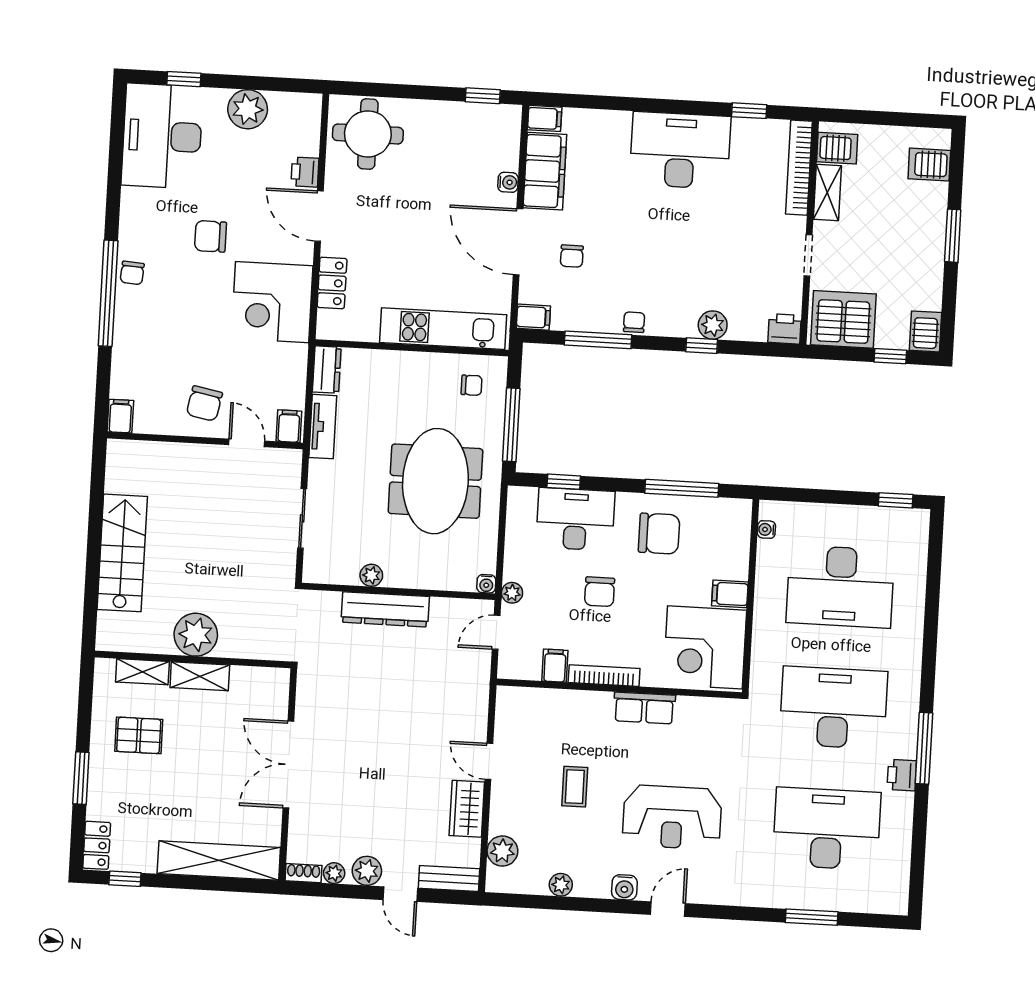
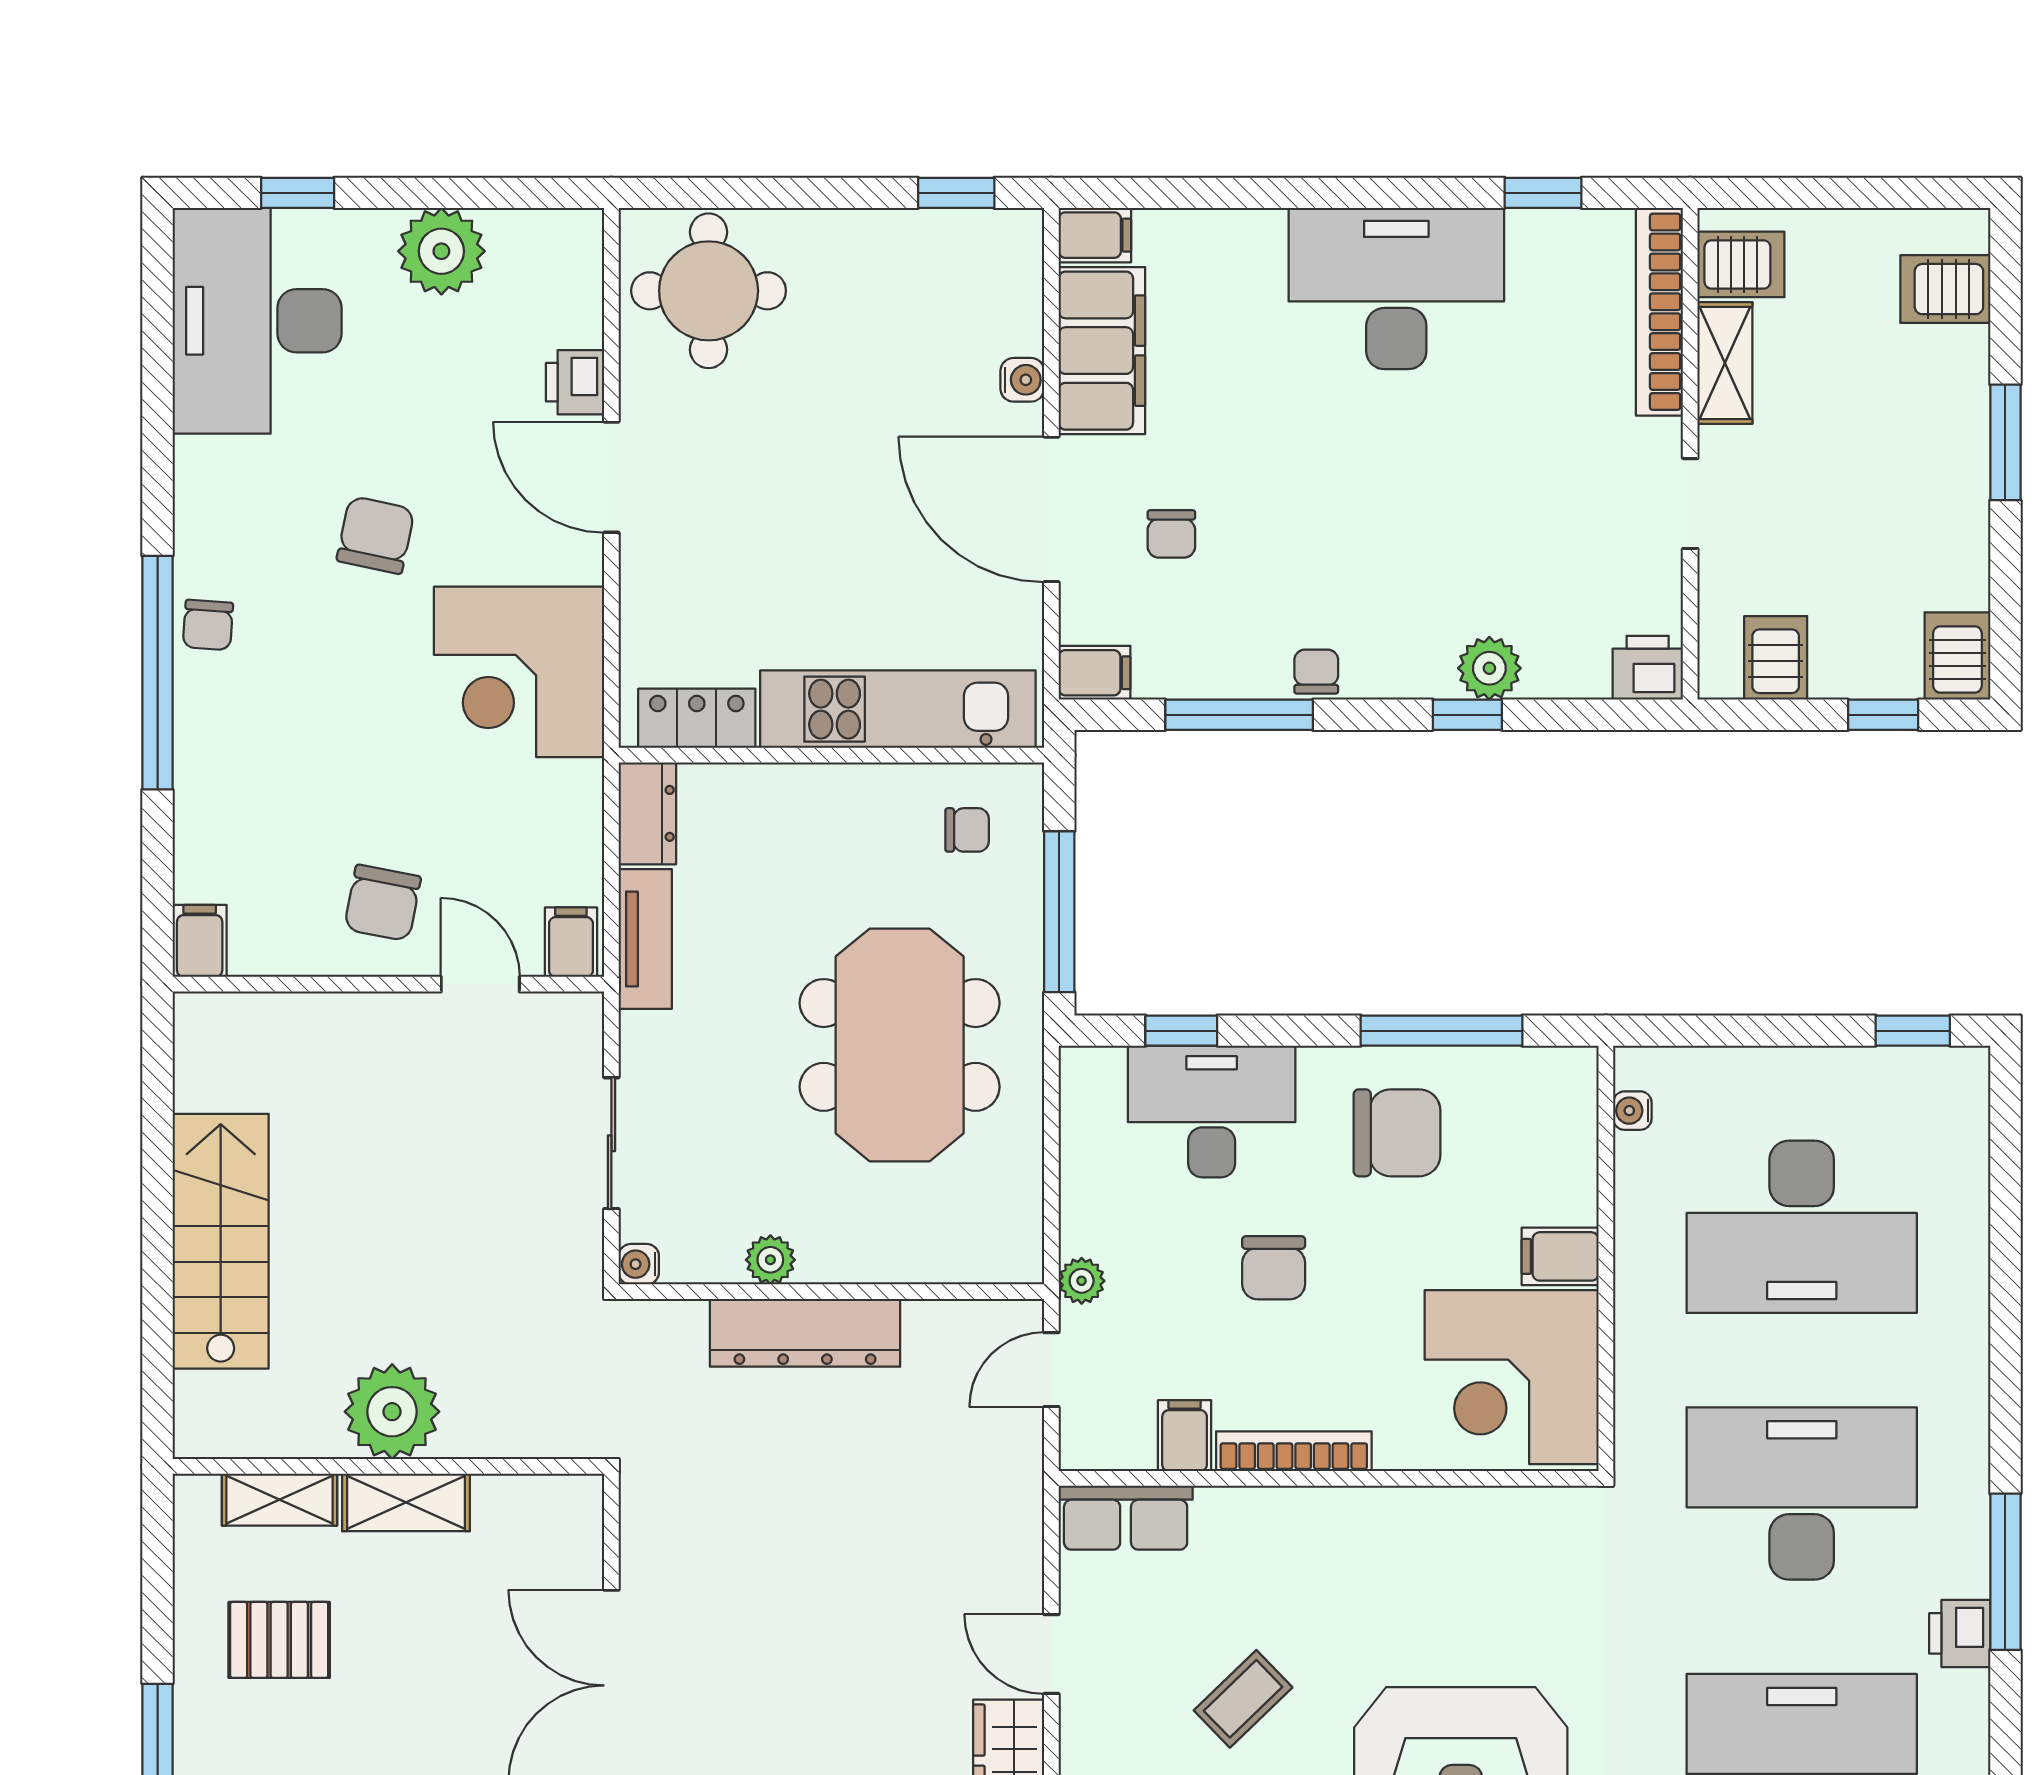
chair: (211, 236) -> (376, 535), turned 102
locker: (332, 283) -> (697, 718), moved, turned -90
server rack: (843, 319) -> (1776, 658), width x0.46, depth x0.70
water cooler: (486, 584) -> (639, 1264), moved, turned 90
row of seats: (644, 708) -> (1126, 1518), moved
coffee table: (575, 787) -> (1243, 1699), turned 46

